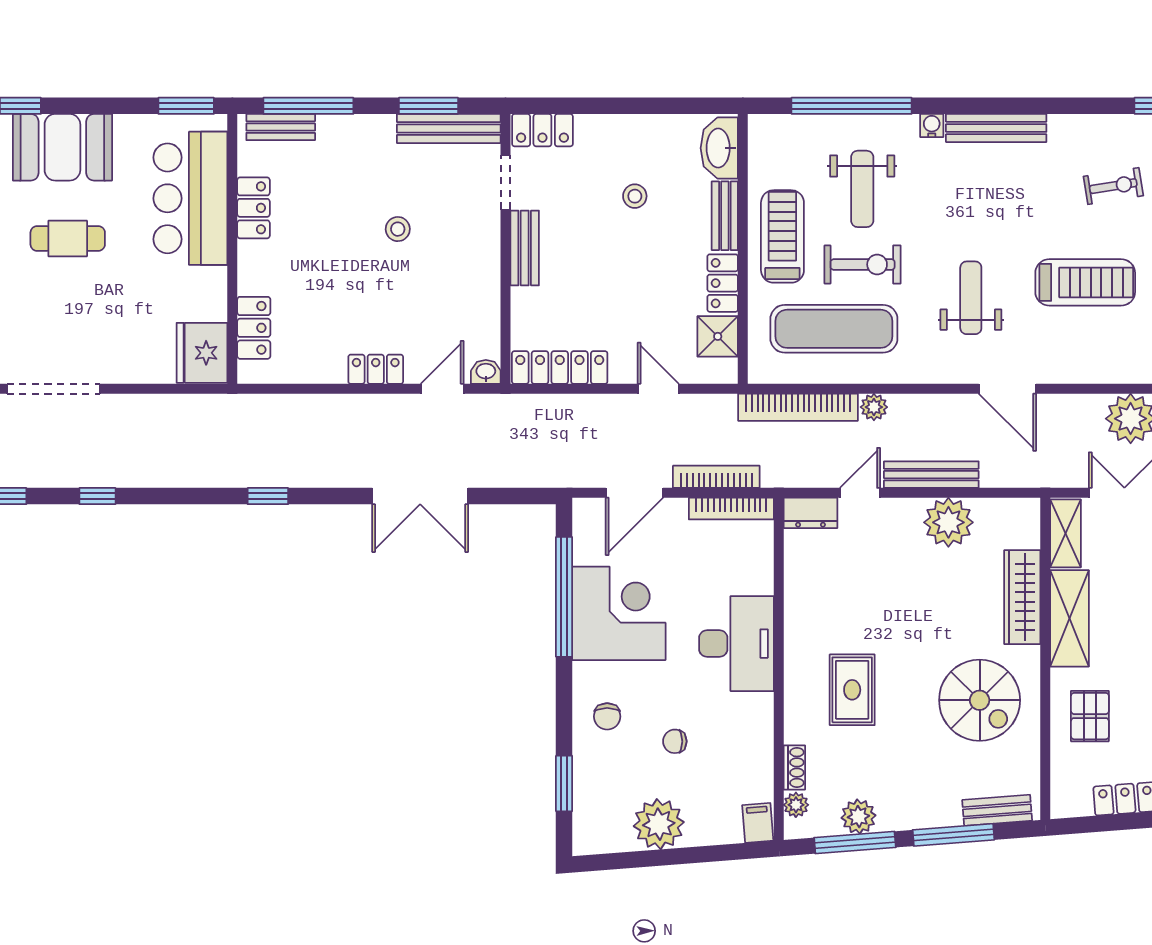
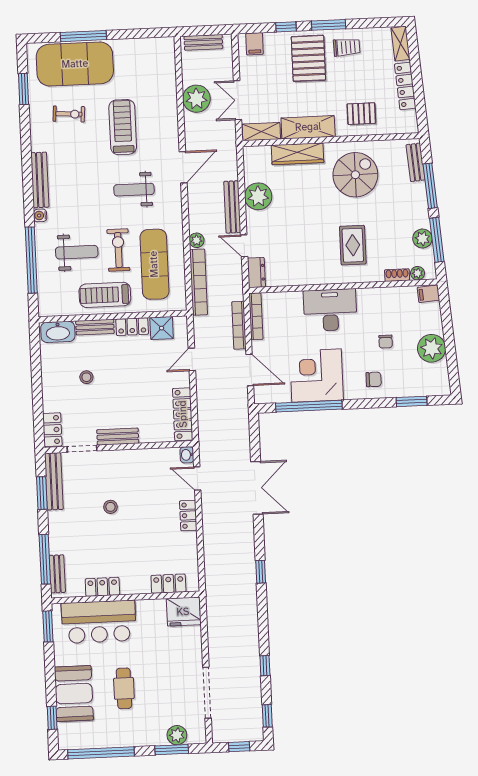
exercise bike: (1113, 186) -> (69, 114), turned 103
rug: (852, 690) -> (353, 245), turned 90

